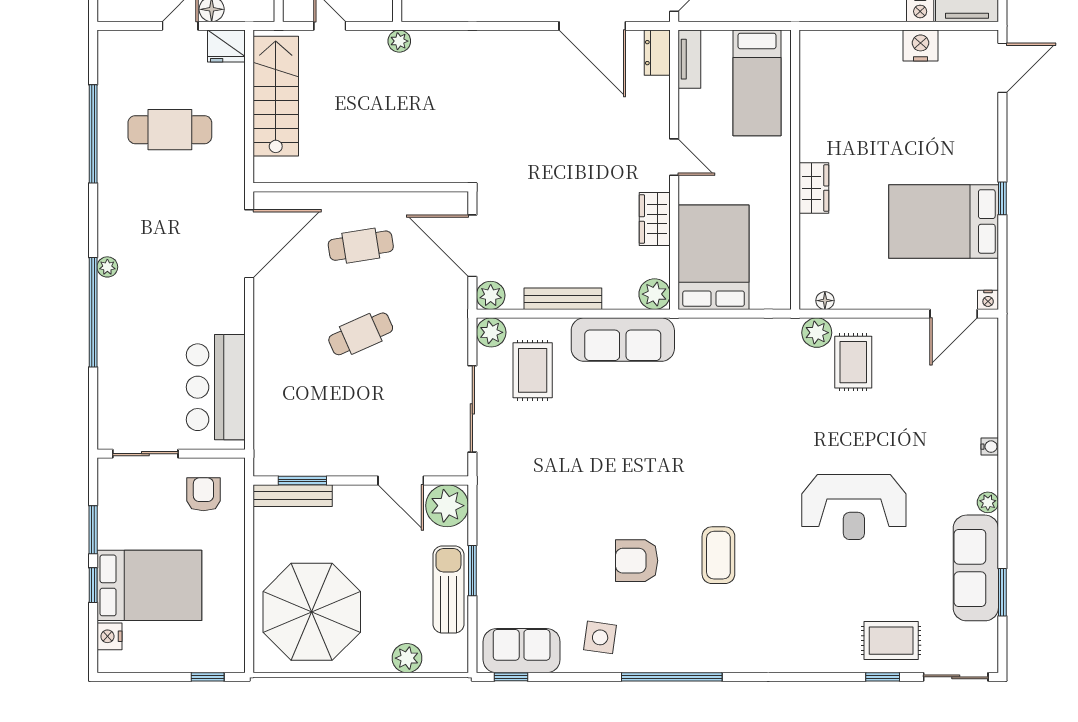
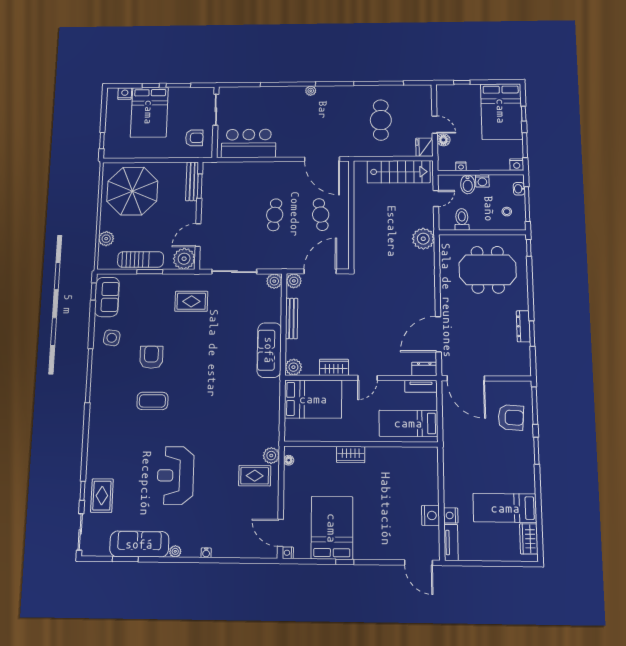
plant: (399, 41) -> (423, 239), width x1.87, depth x1.87
cafe table: (361, 334) -> (275, 215), turned 30
rug: (533, 370) -> (191, 301), moved

